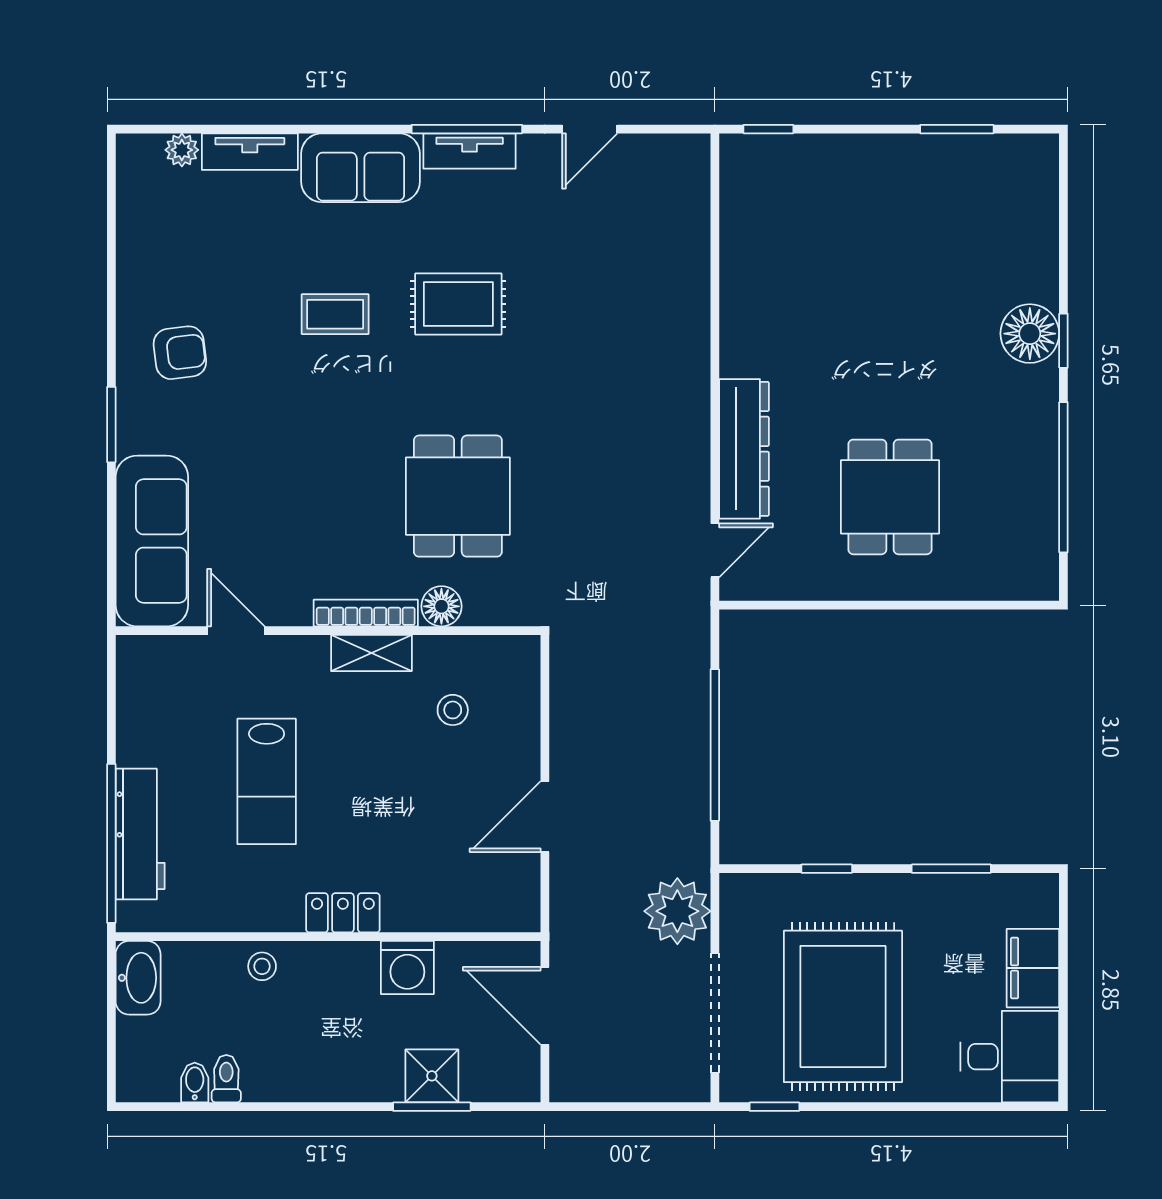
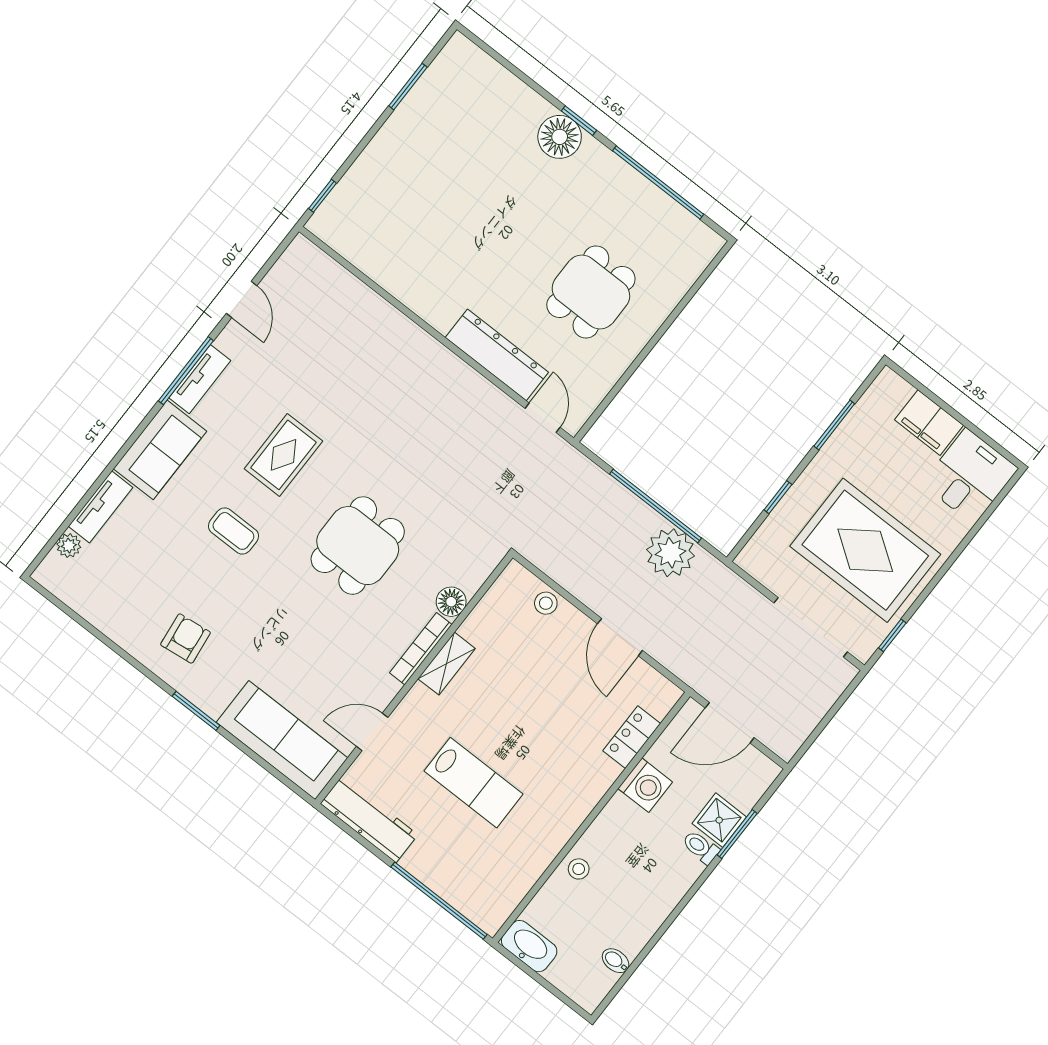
coffee table: (335, 314) -> (233, 531), turned 90
dining table: (458, 496) -> (358, 546), moved, turned 90
dining table: (890, 497) -> (591, 292), turned 90
stool: (453, 710) -> (546, 603), moved
workbench: (140, 834) -> (369, 819), moved
plant: (677, 911) -> (671, 553), moved
locker: (343, 913) -> (632, 737), moved
toilet: (226, 1079) -> (701, 847), moved

